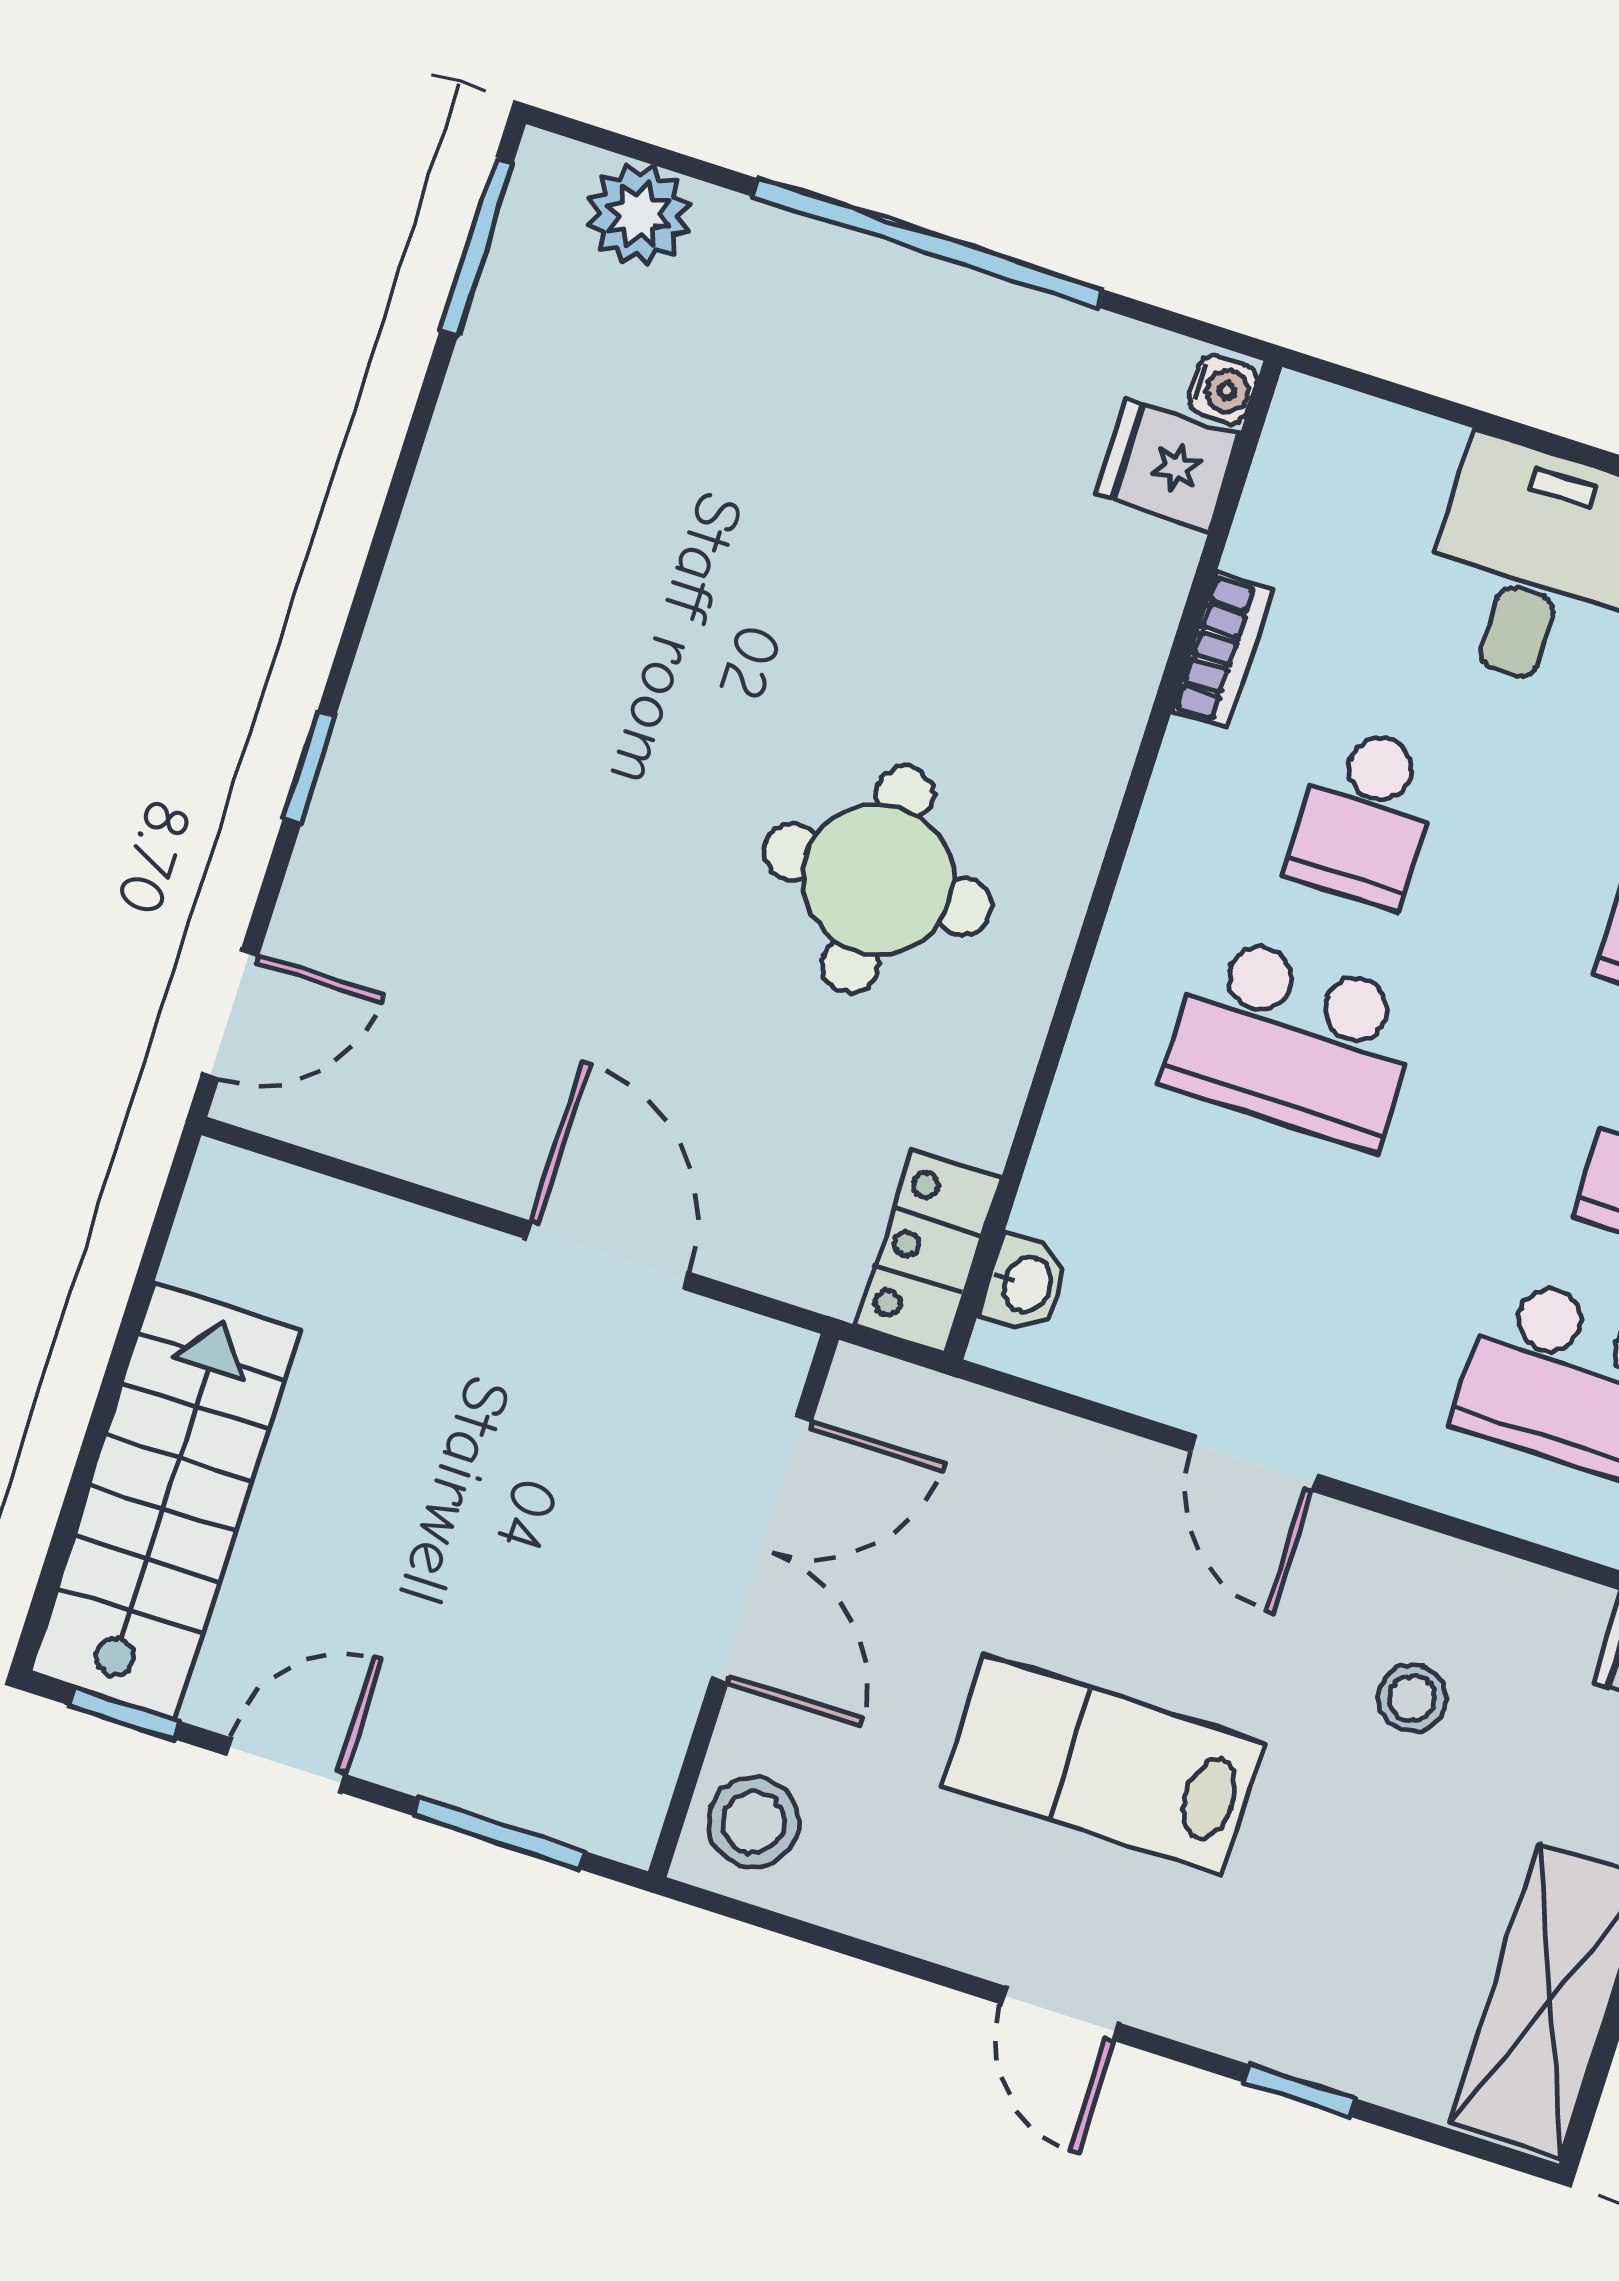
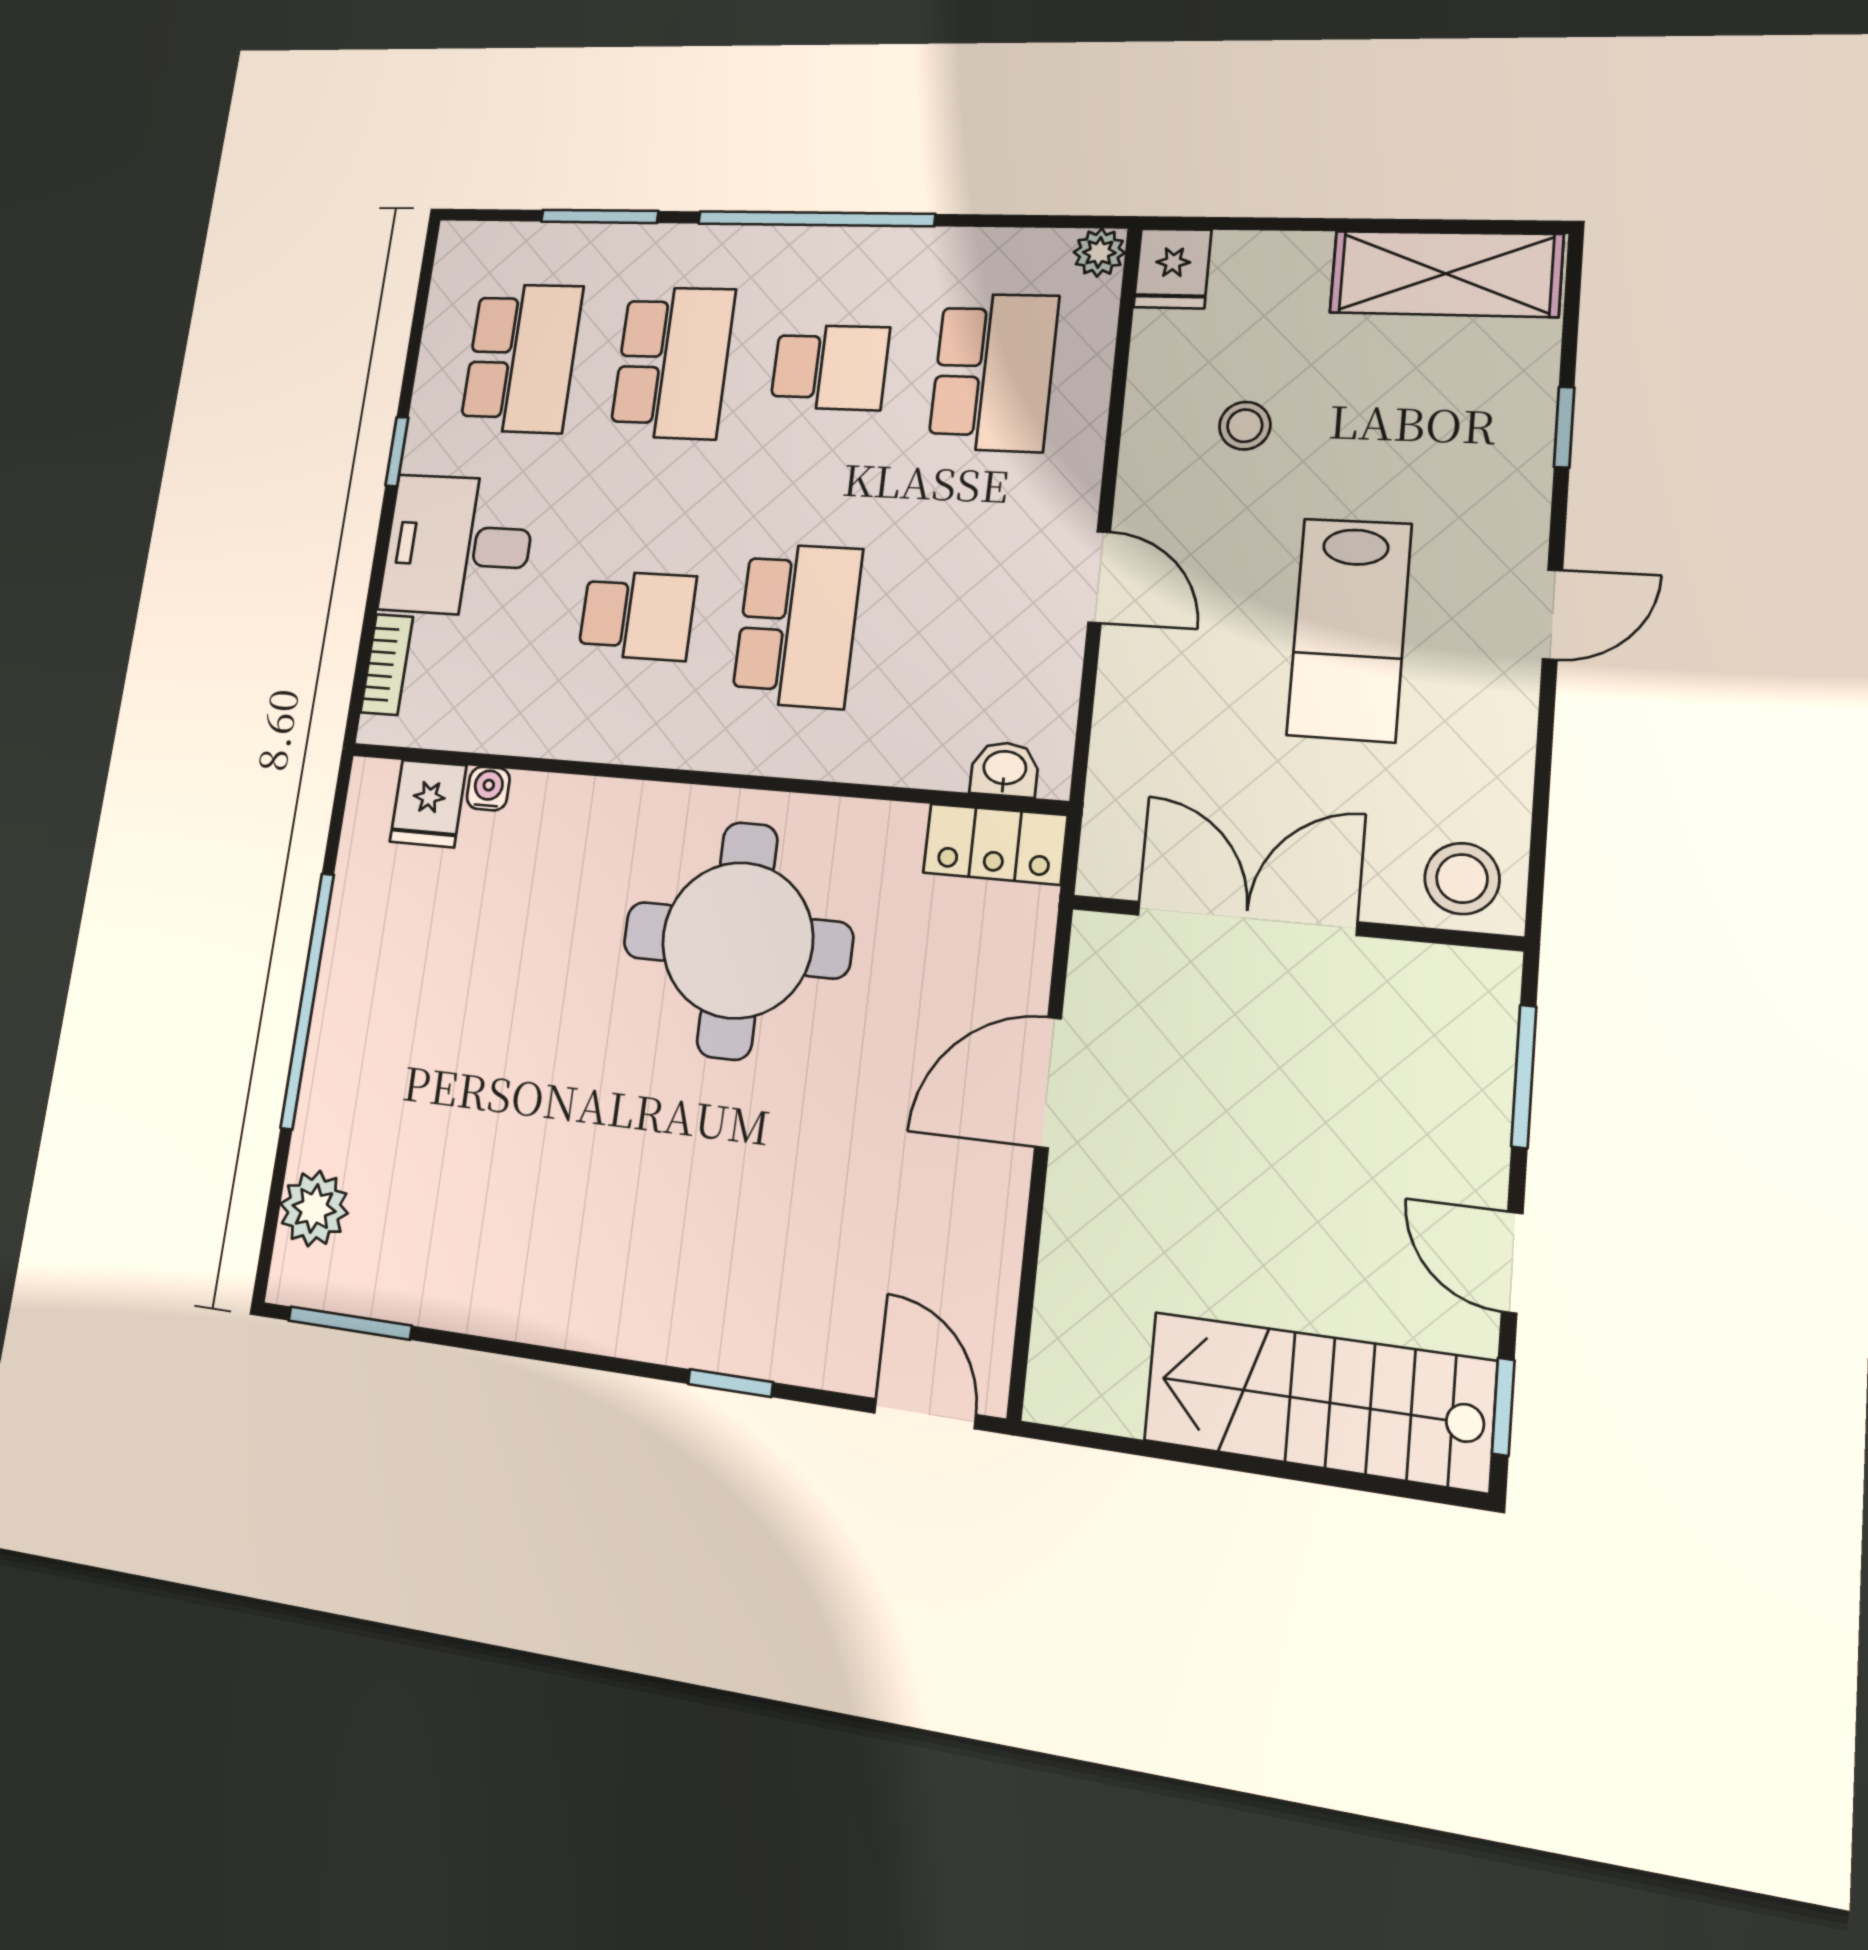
water cooler: (1222, 390) -> (488, 788), moved
bookcase: (1222, 651) -> (387, 664), moved, turned 90
round table: (878, 879) -> (737, 940), width x1.36, depth x1.36
door: (1254, 1463) -> (1099, 577), hinge flipped

